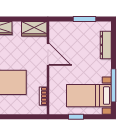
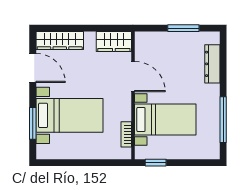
bed with nightstands: (89, 96) -> (165, 119), moved, turned 180
window: (76, 117) -> (156, 163), moved

